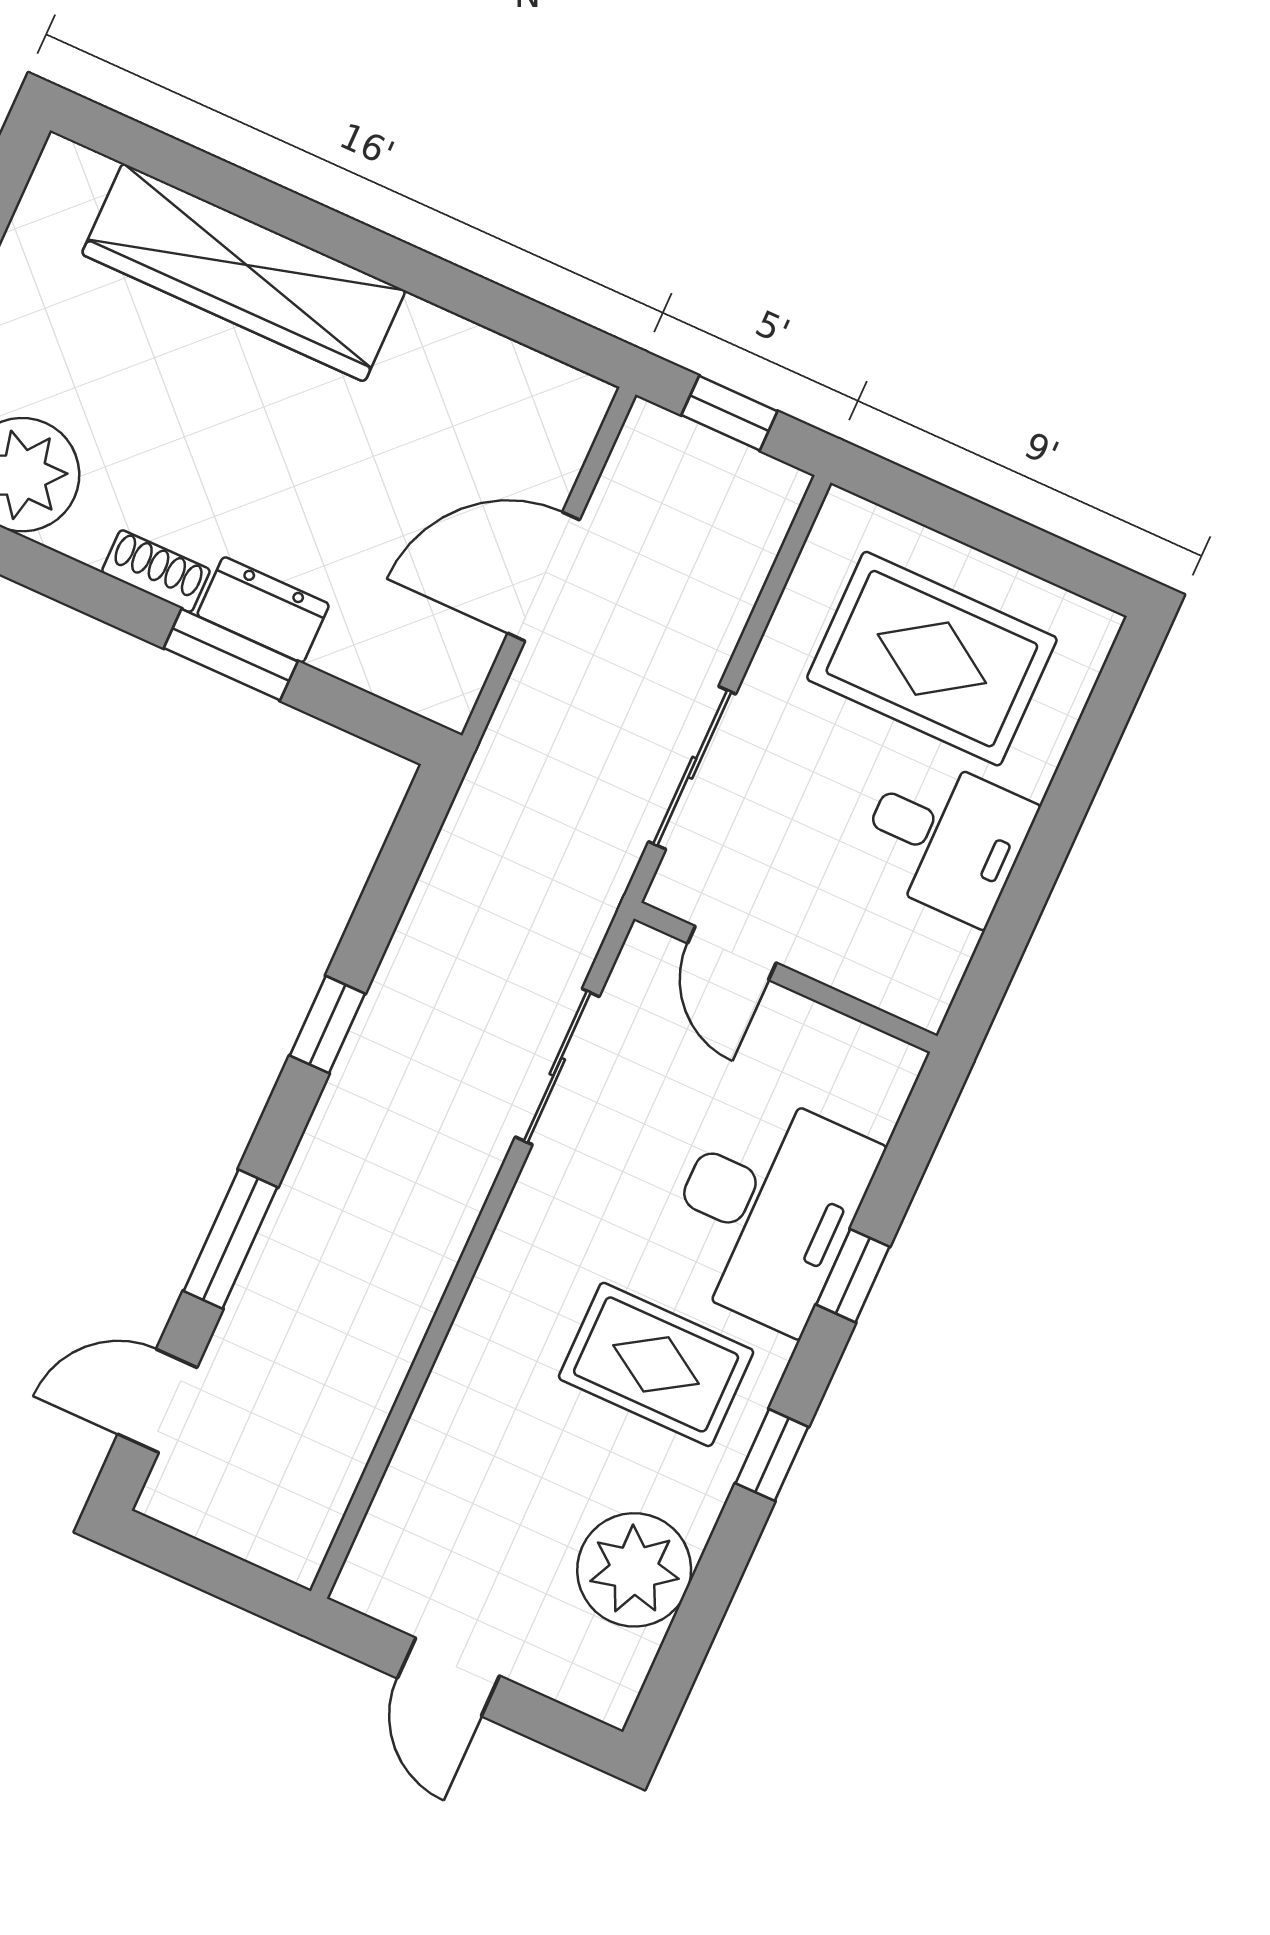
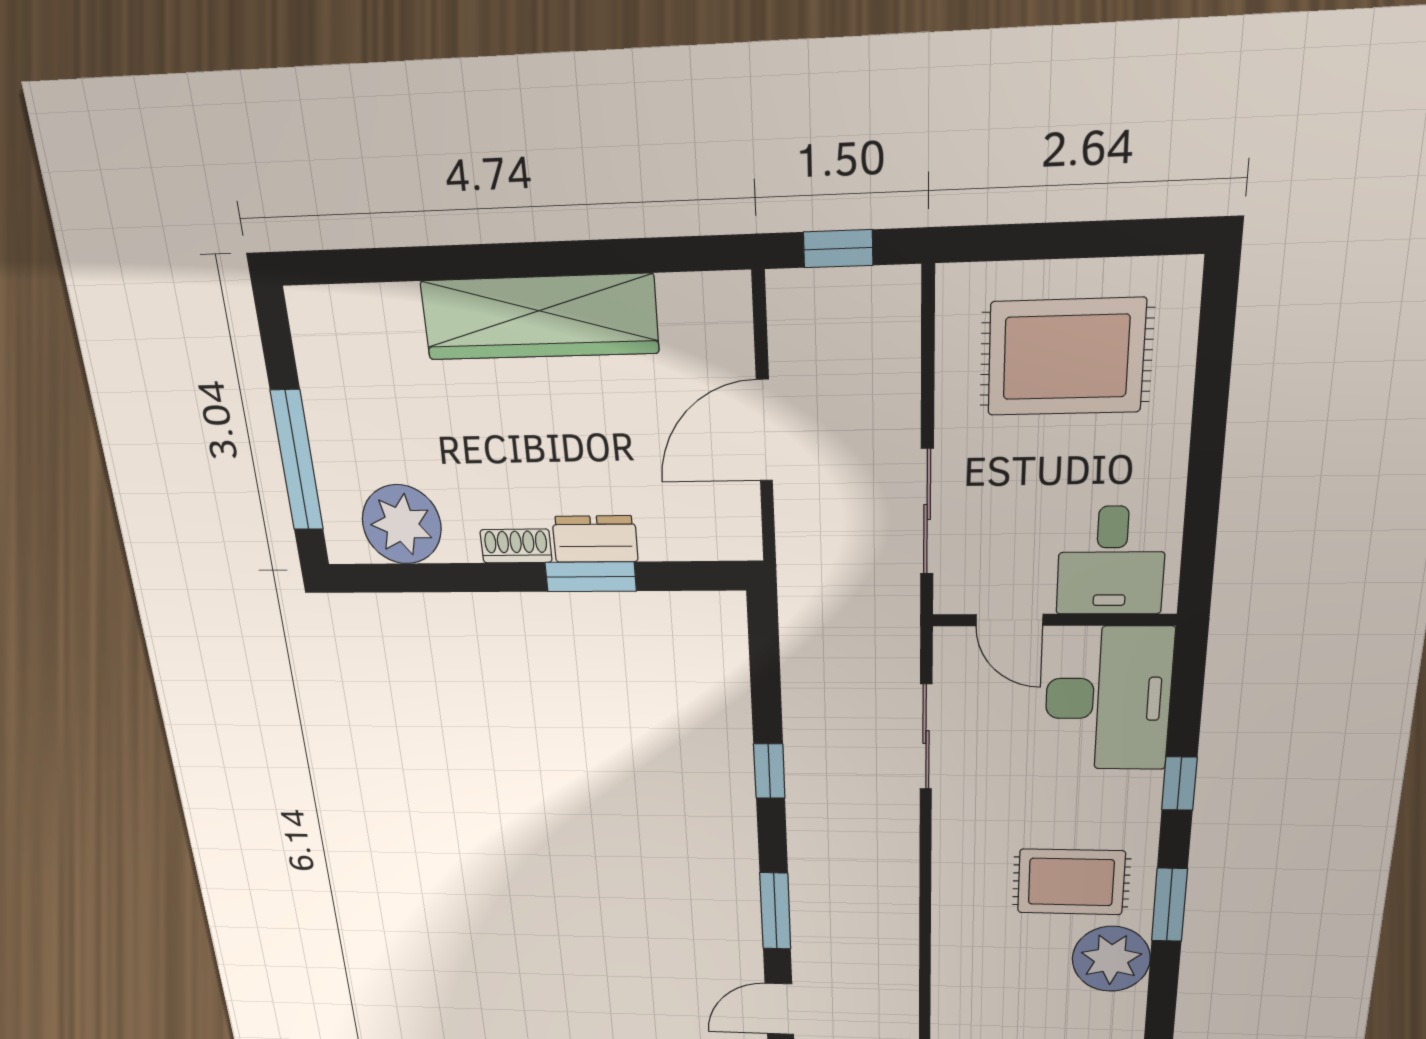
wardrobe: (244, 272) -> (540, 317), moved
desk: (945, 838) -> (1111, 561), moved, turned 90
desk: (767, 1209) -> (1108, 699), moved
window: (772, 1455) -> (1169, 905), width x1.50
plant: (634, 1570) -> (1111, 959), moved

